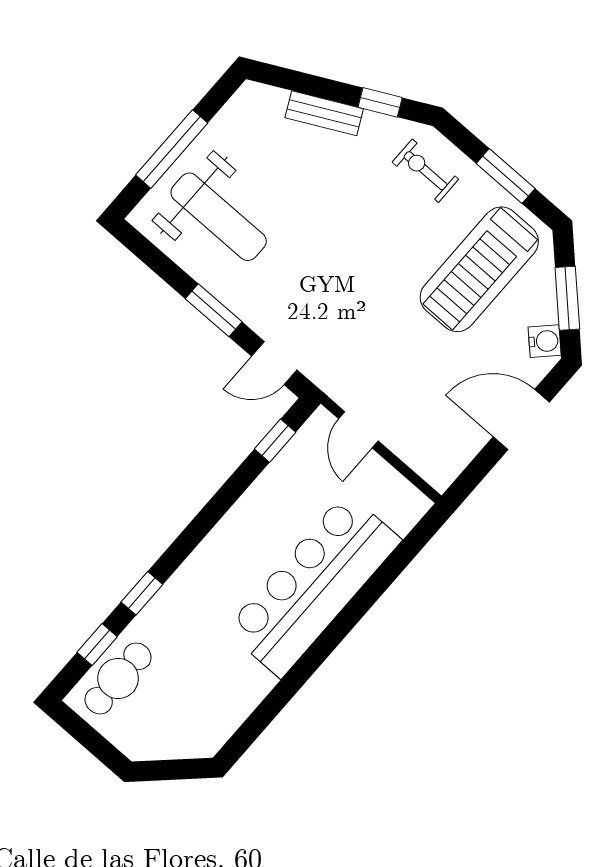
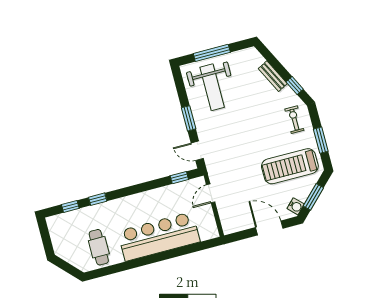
cafe table: (118, 678) -> (99, 247), moved, turned 90

